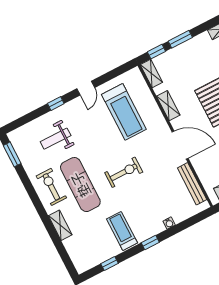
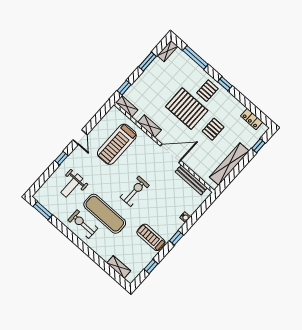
window: (180, 39) -> (147, 62), moved
treadmill: (124, 112) -> (117, 144), turned 90
shelving: (60, 225) -> (119, 267), moved

